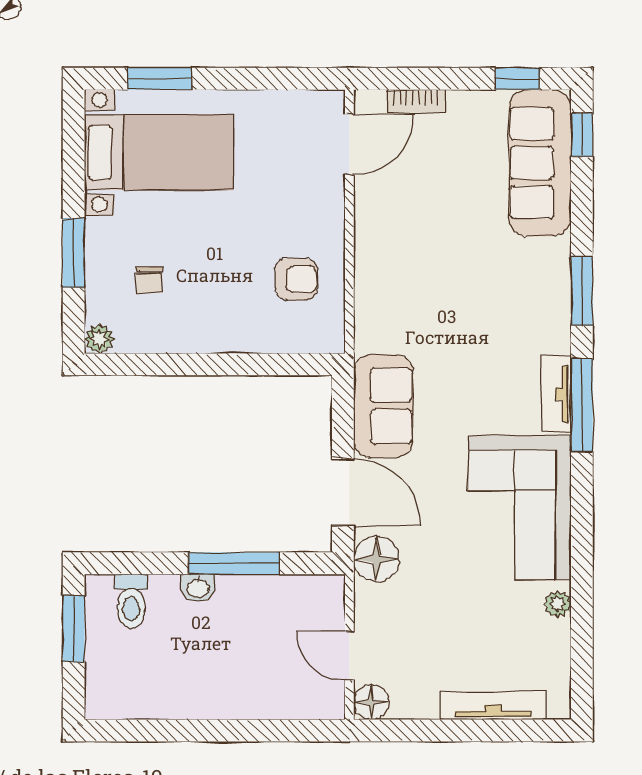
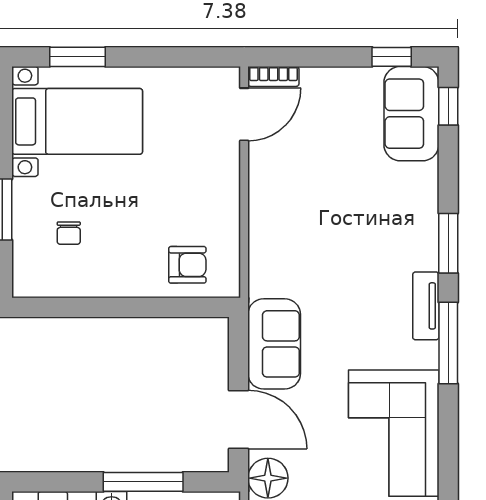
bookcase: (416, 101) -> (273, 76), moved
sofa: (540, 163) -> (411, 114), width x0.73
armchair: (296, 279) -> (187, 265), moved
plant: (99, 339) -> (25, 285), removed
tv unit: (556, 394) -> (426, 306), moved

